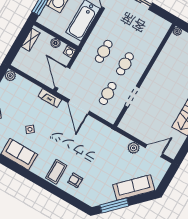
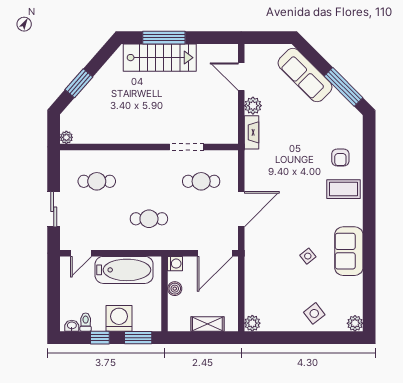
shelving: (31, 40) -> (207, 324), moved
cafe table: (125, 64) -> (97, 181), moved
fireplace: (50, 98) -> (251, 132), moved

